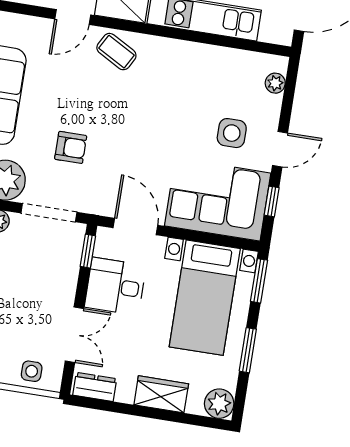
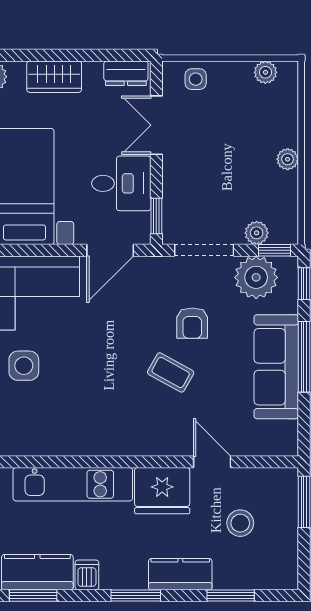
door: (73, 17) -> (212, 462), hinge flipped
coffee table: (116, 52) -> (171, 372), moved
armchair: (71, 147) -> (192, 323), turned -90
door: (135, 227) -> (110, 250), hinge flipped

